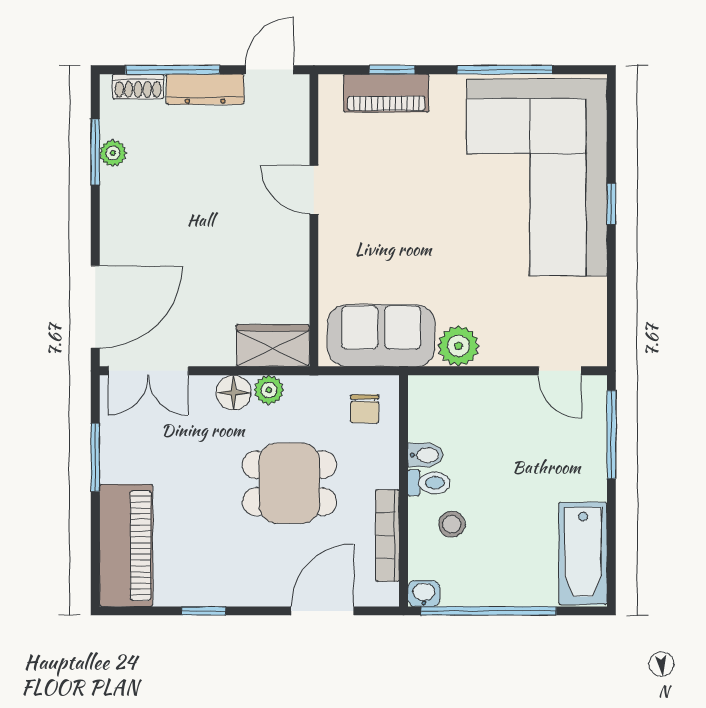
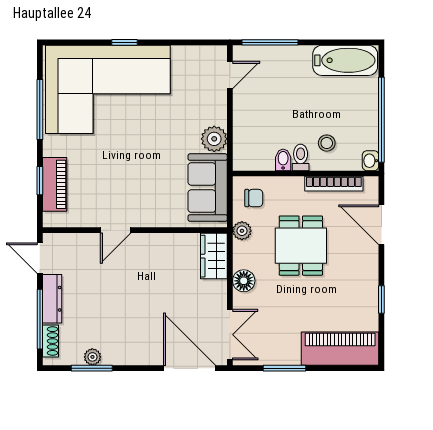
plant: (269, 390) -> (242, 231), moved

